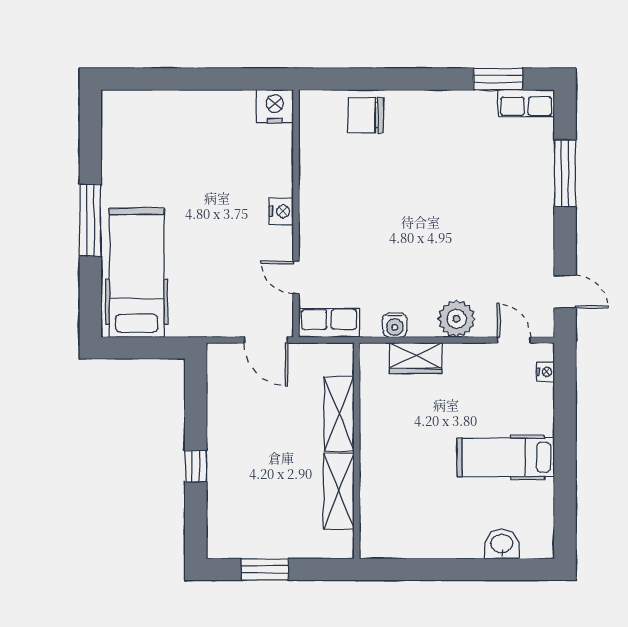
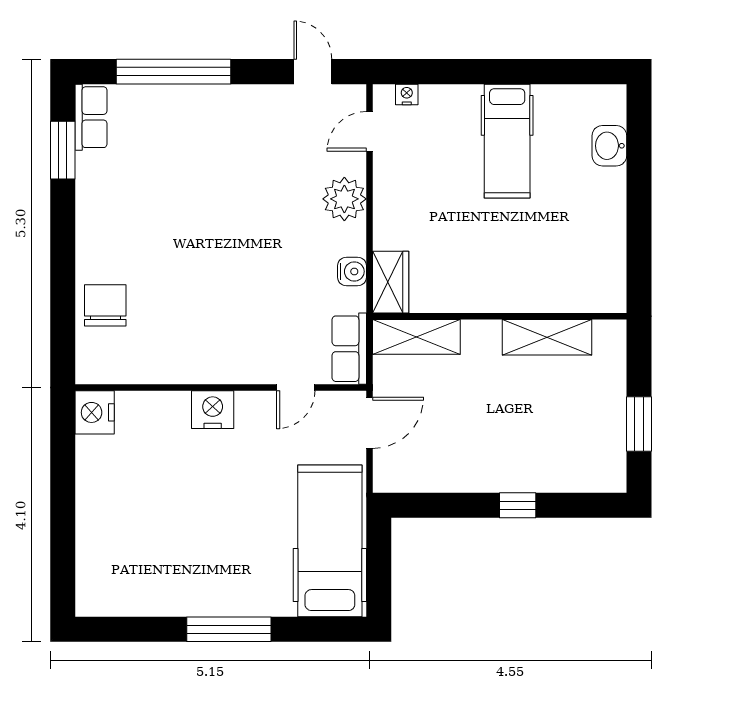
chair: (366, 115) -> (105, 305), turned 180
window: (565, 173) -> (173, 72), width x1.46
nightstand: (281, 211) -> (213, 410), width x1.36, depth x1.33
hospital bed: (137, 273) -> (330, 541), moved, turned 90
door: (565, 292) -> (313, 72), hinge flipped
wardrobe: (416, 358) -> (391, 282), moved
shelving: (339, 414) -> (416, 337), moved

